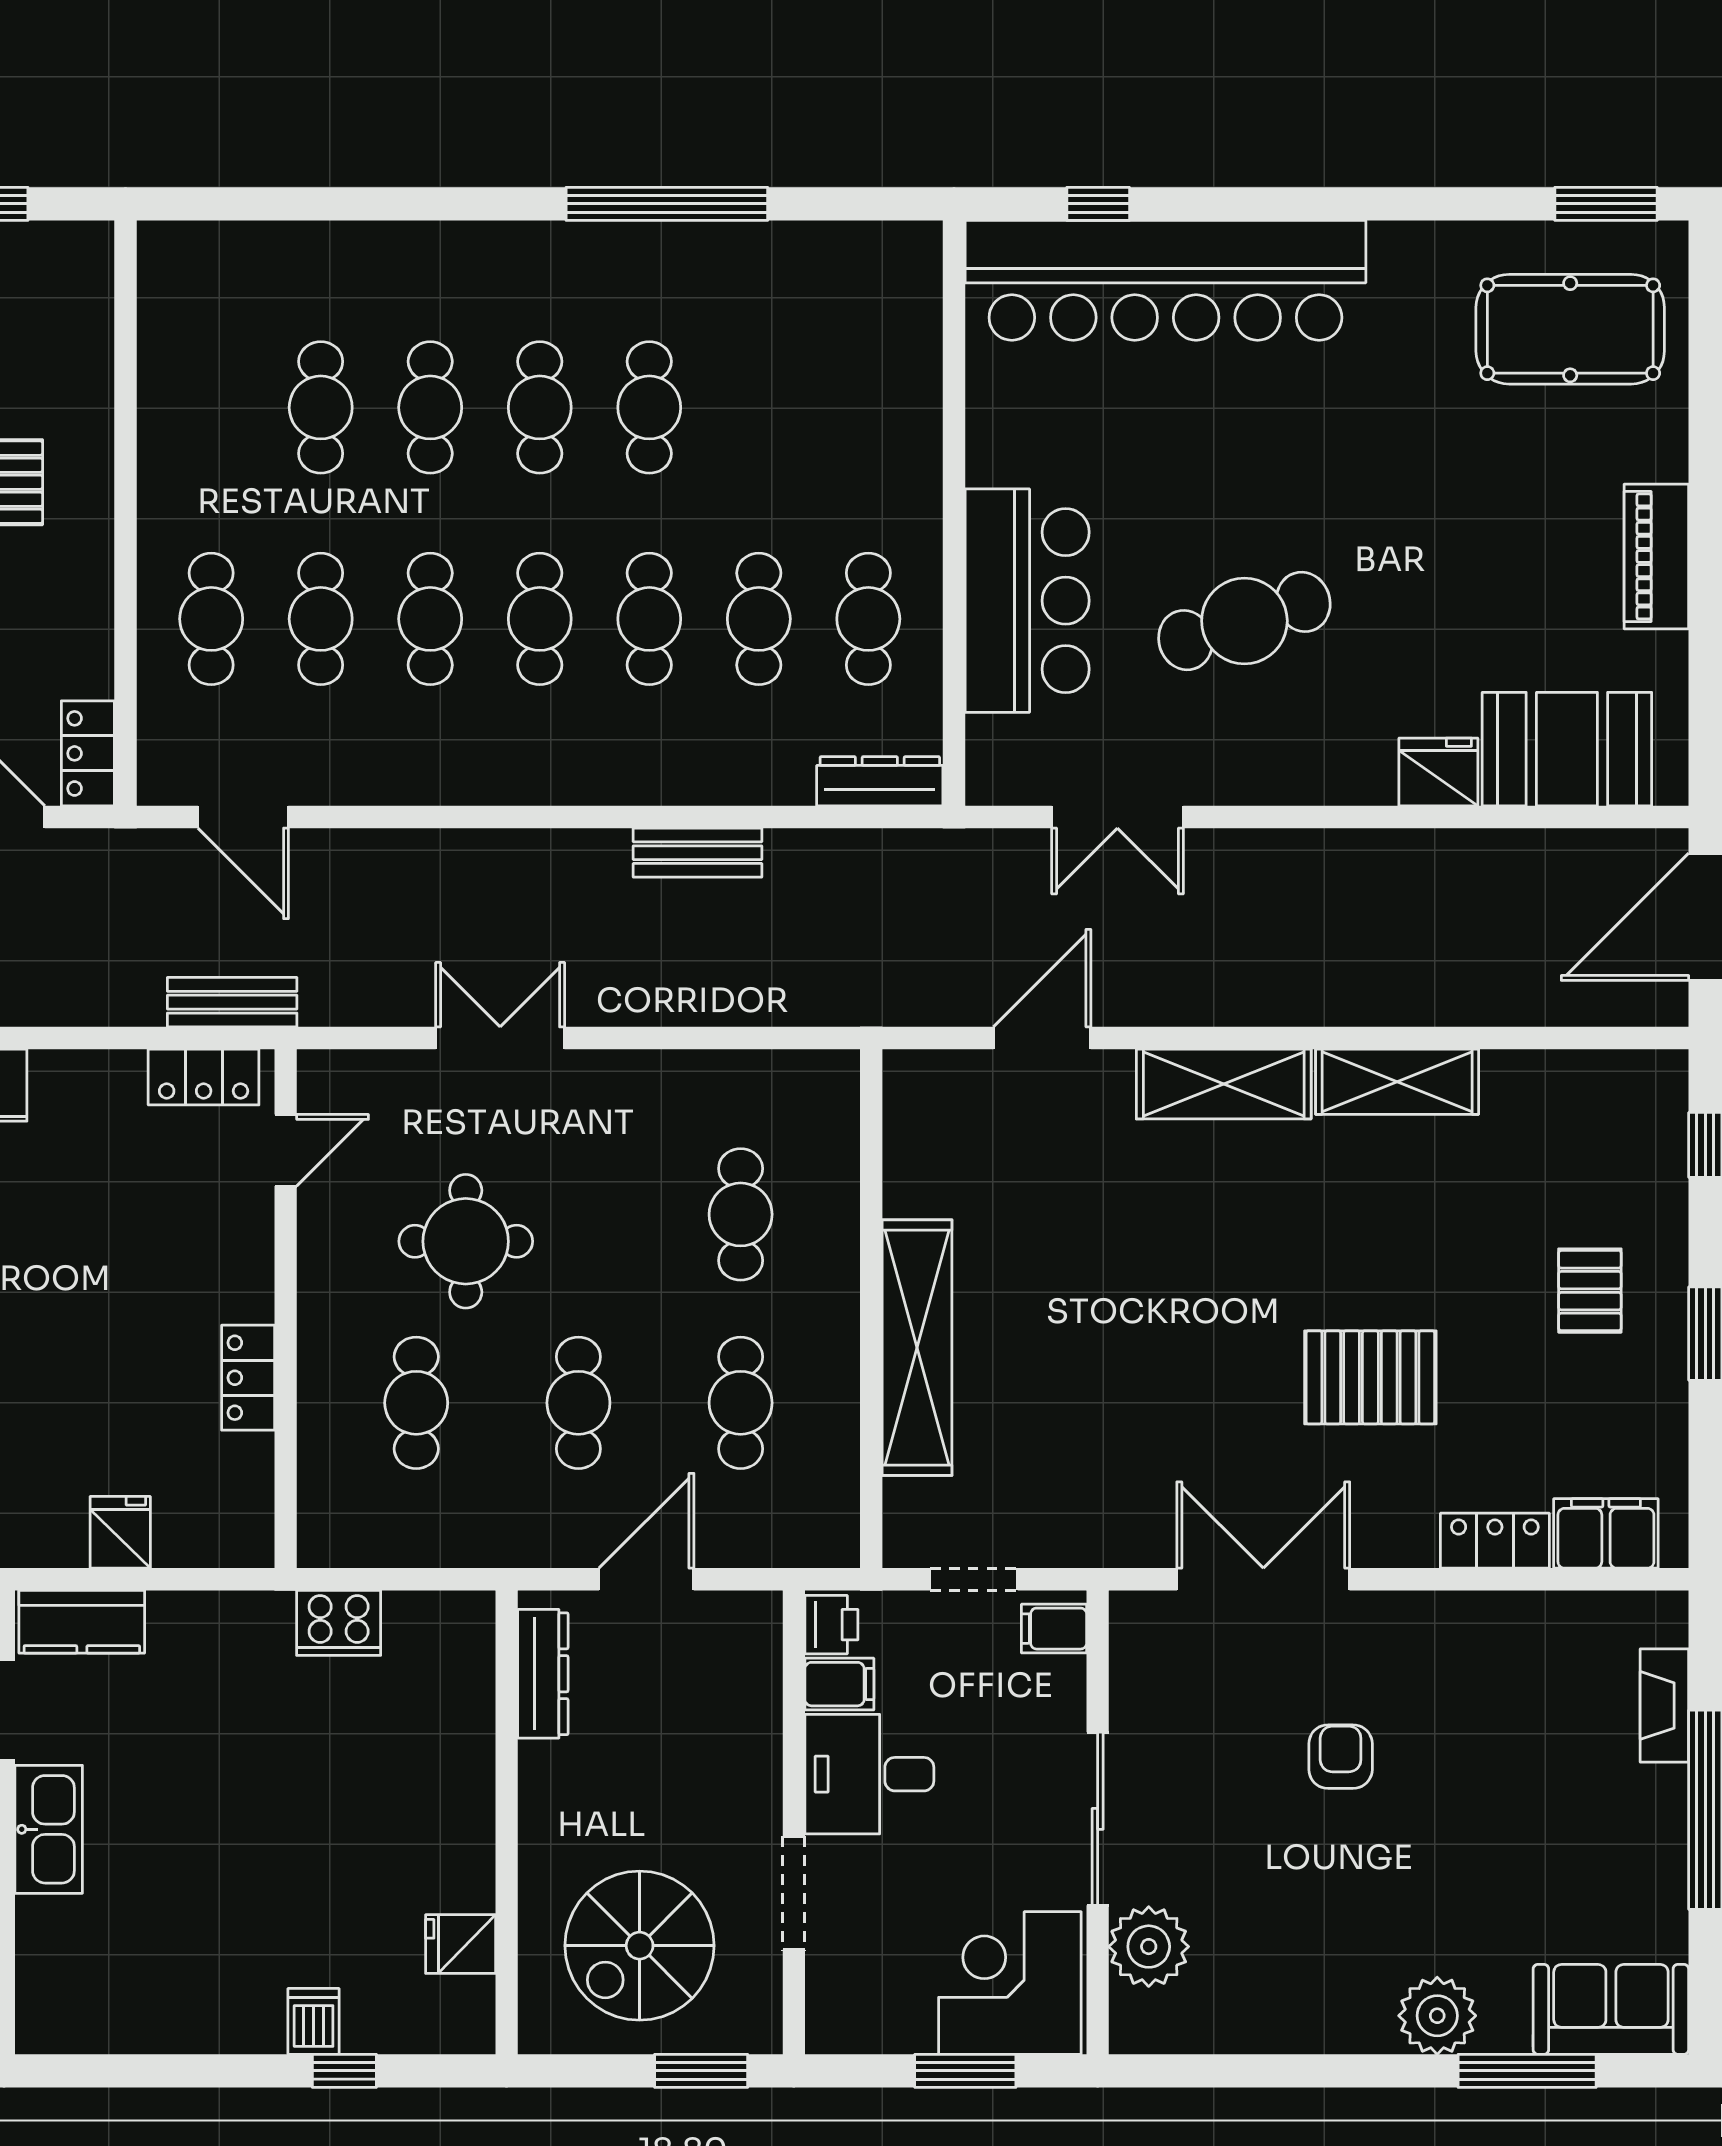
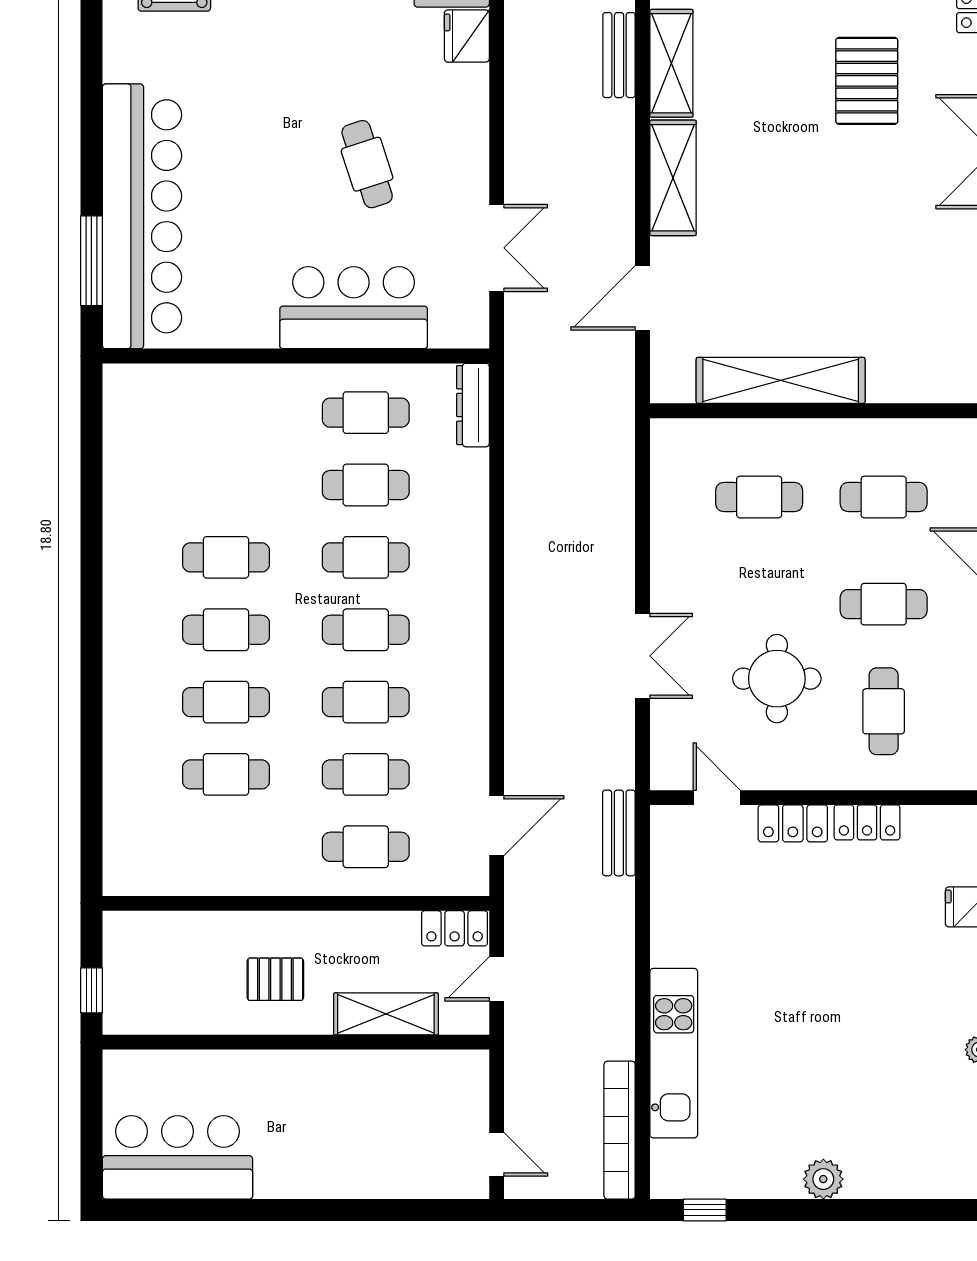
window: (667, 204) -> (91, 546), removed
window: (1098, 204) -> (91, 261), width x2.17
cafe table: (1244, 621) -> (367, 164), width x0.73, depth x0.74
bench: (698, 853) -> (619, 55), moved
double door: (500, 1038) -> (643, 656), swing flipped
door: (1042, 1038) -> (643, 298), hinge flipped
locker: (204, 1077) -> (793, 823), moved, turned 90
shelving: (917, 1348) -> (781, 380), moved
cafe table: (416, 1403) -> (884, 711), turned 90

